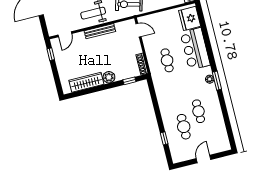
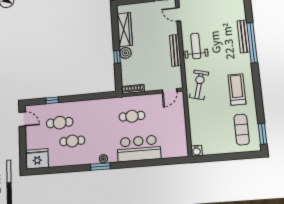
fridge: (190, 18) -> (37, 159), moved
window: (129, 81) -> (117, 57), moved
door: (204, 159) -> (22, 119), moved

